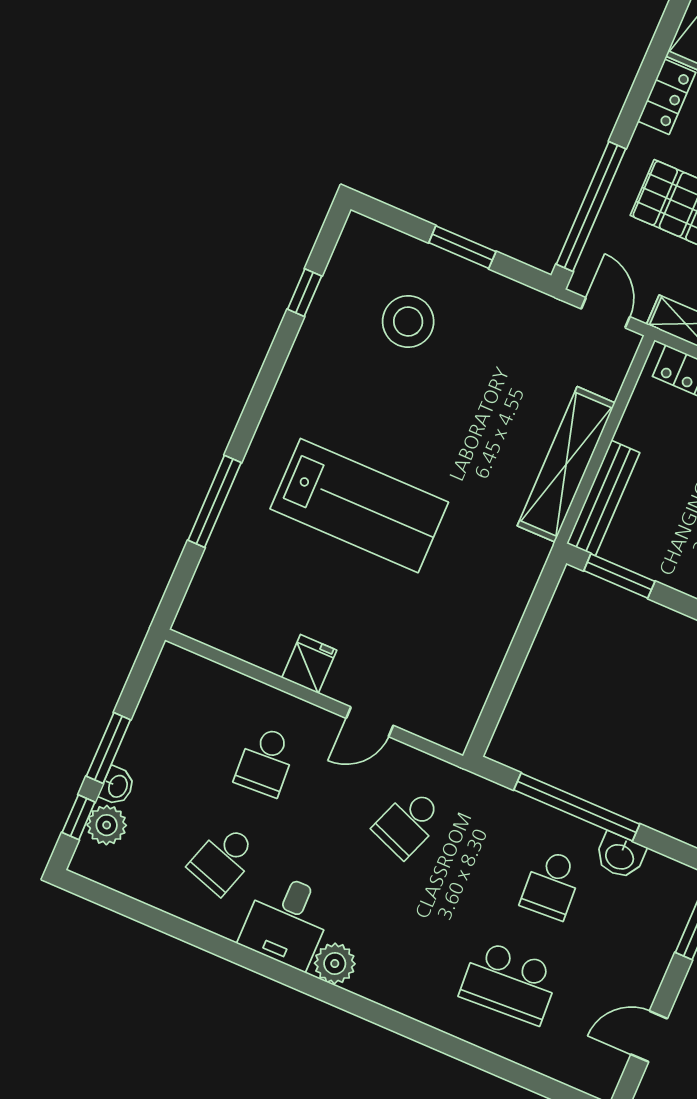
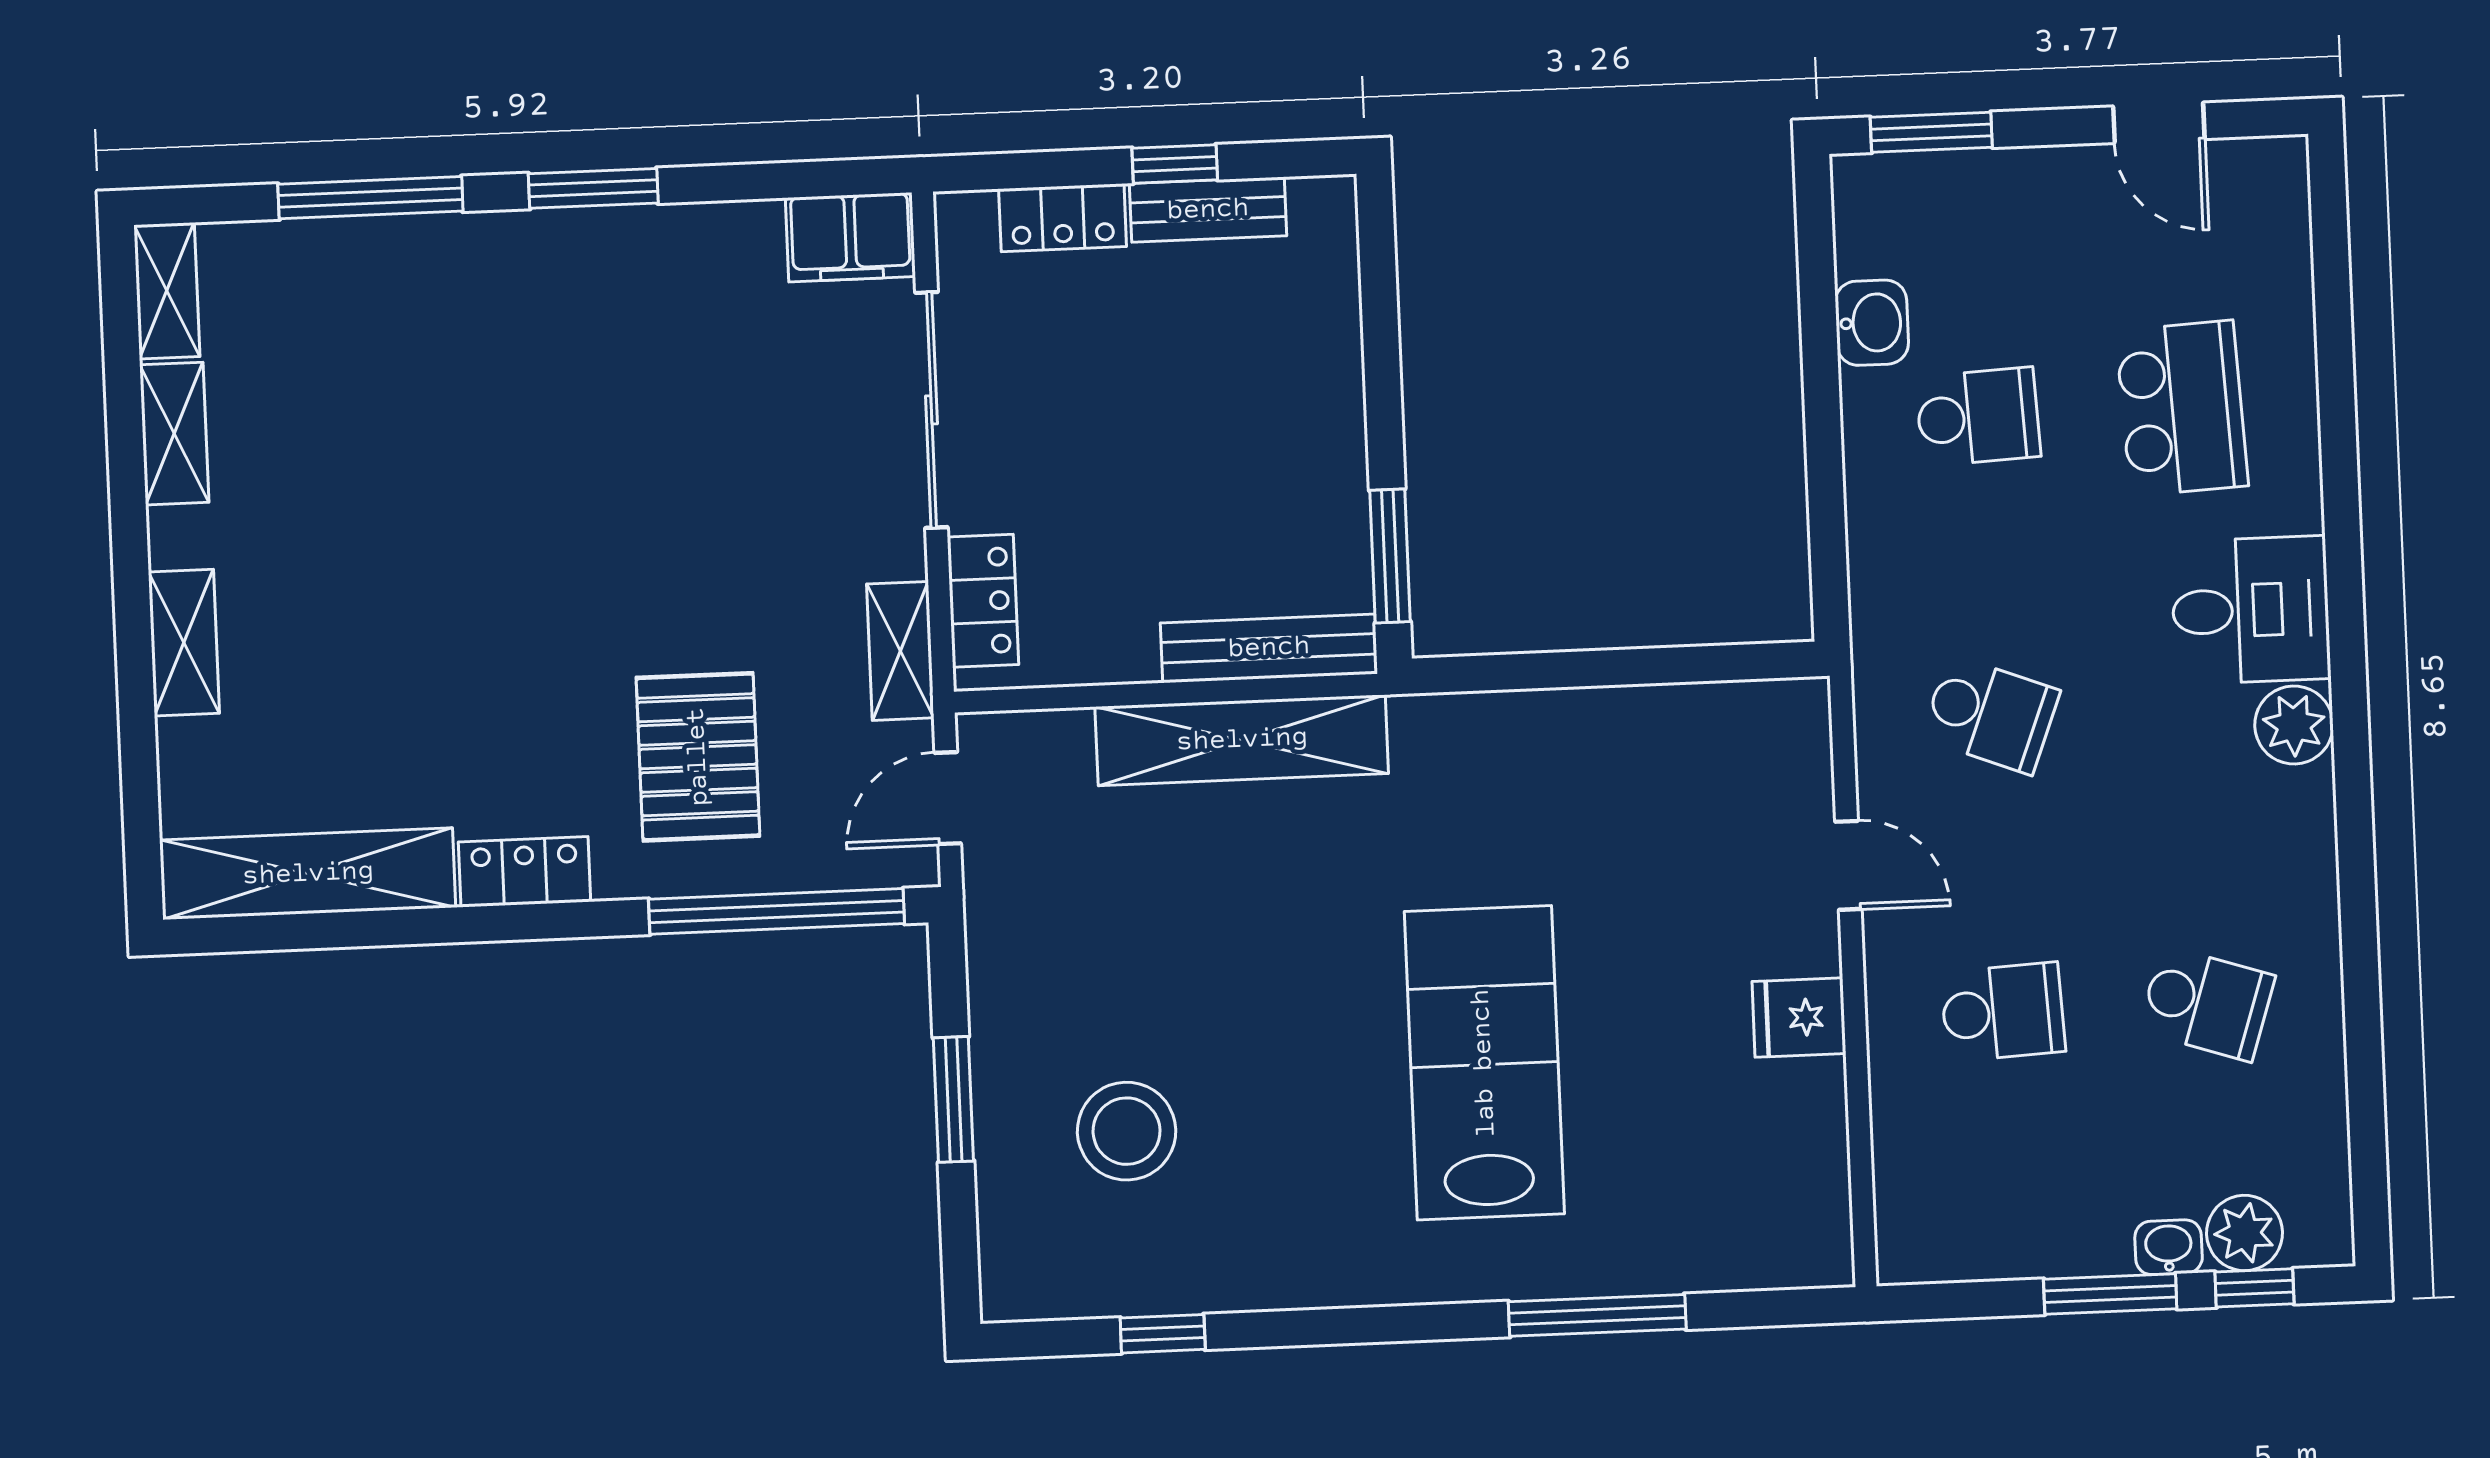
window: (577, 807) -> (1823, 438), removed
desk: (287, 921) -> (2251, 610), moved

